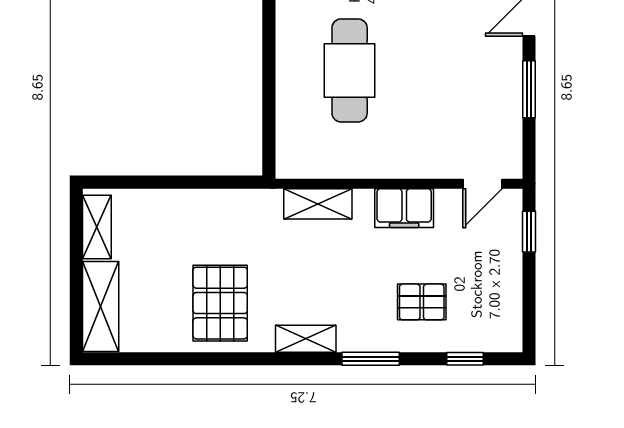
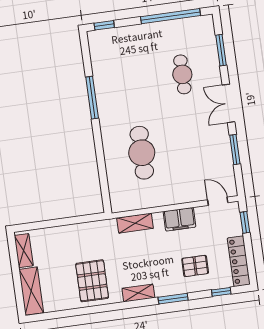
door: (482, 184) -> (218, 201), swing flipped
locker: (507, 304) -> (239, 261), added

